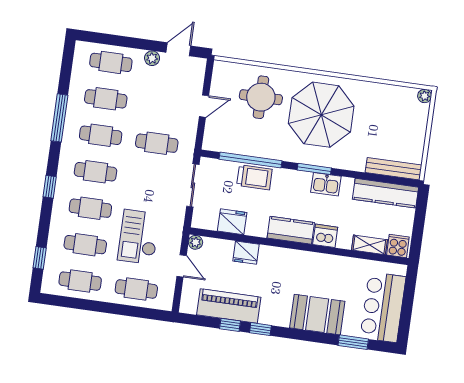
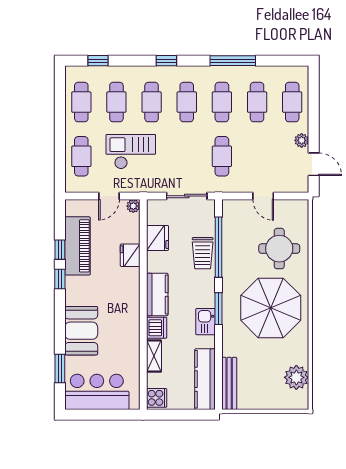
plant: (425, 96) -> (296, 377), moved, width x1.88, depth x1.88
shelving: (369, 245) -> (154, 356), moved

